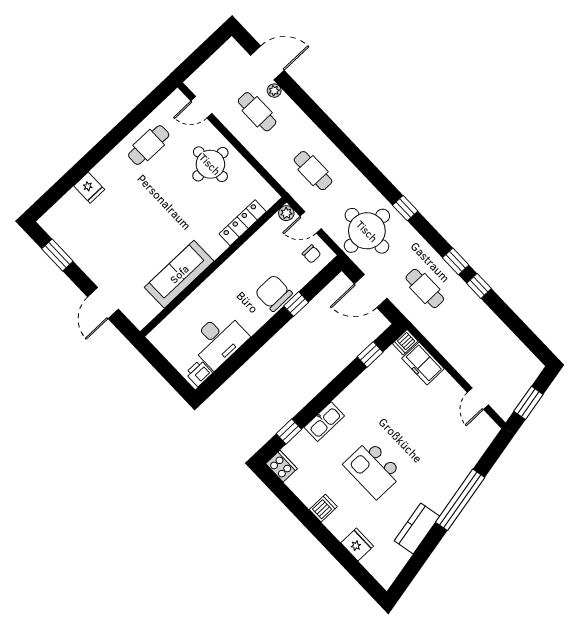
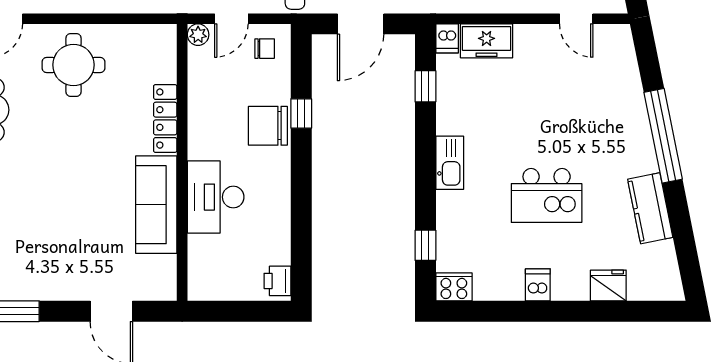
locker: (243, 223) -> (165, 119), moved
desk: (219, 340) -> (216, 197), moved, turned 180
kitchen sink: (324, 422) -> (450, 163), moved

